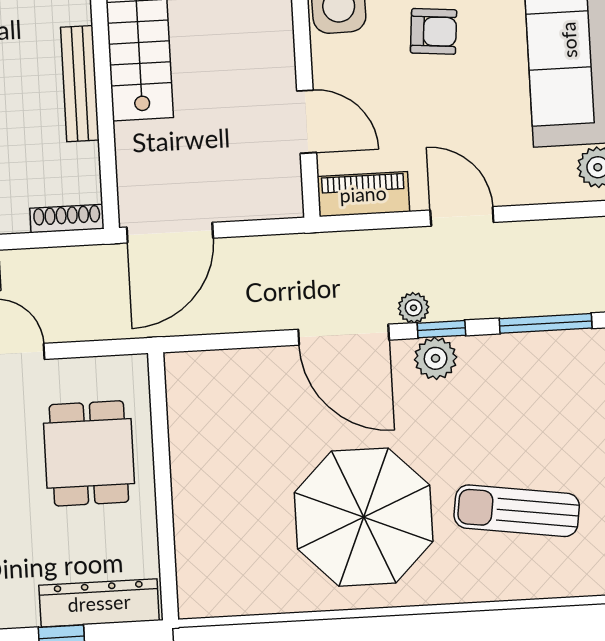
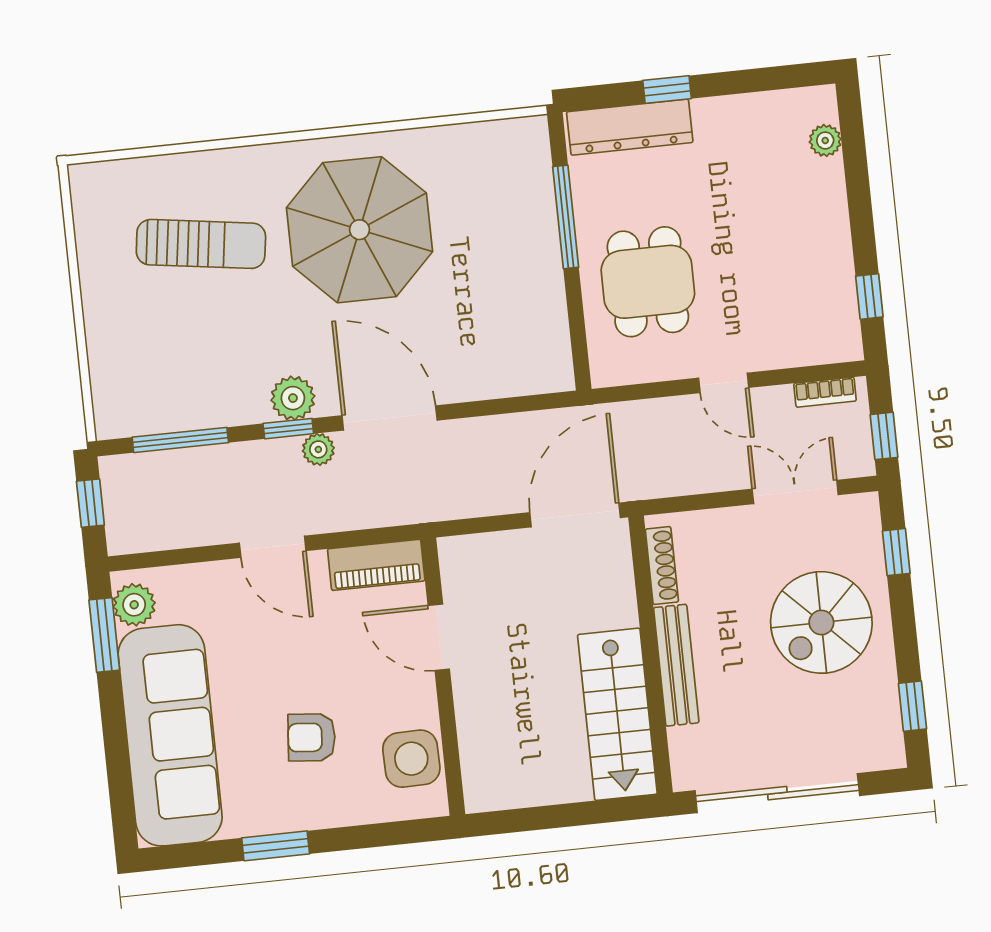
shoe rack: (67, 219) -> (662, 565), moved, turned -90
window: (165, 520) -> (566, 217), added

